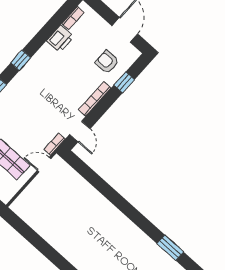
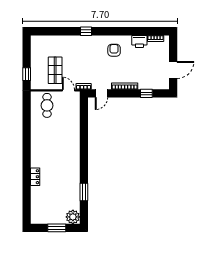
window: (21, 60) -> (110, 31), removed
armchair: (107, 62) -> (114, 50), moved
cafe table: (39, 203) -> (47, 105), added

